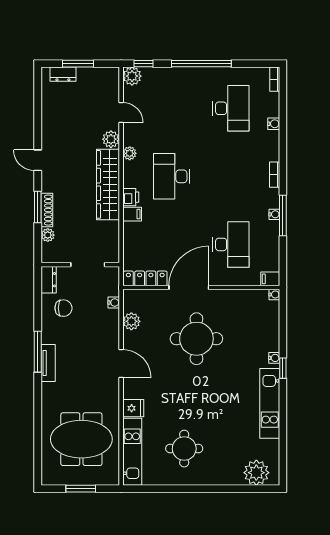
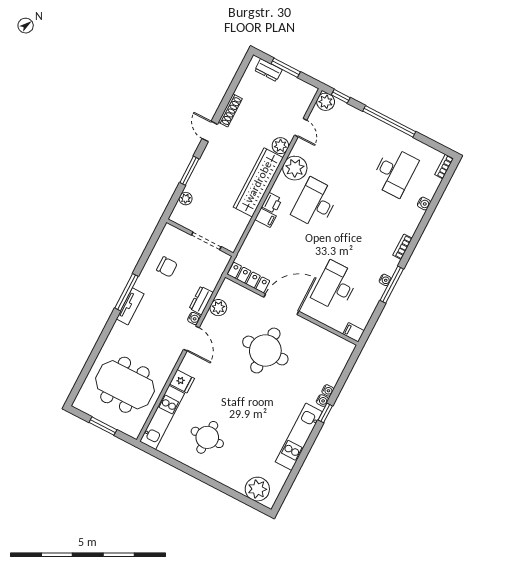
plant: (130, 153) -> (295, 168), width x1.87, depth x1.87
shoe rack: (47, 210) -> (230, 110), moved
desk: (231, 244) -> (335, 286), turned 180
dresser: (49, 280) -> (201, 300), moved, turned 180
water cooler: (274, 294) -> (328, 390), moved
water cooler: (114, 303) -> (194, 318), moved

